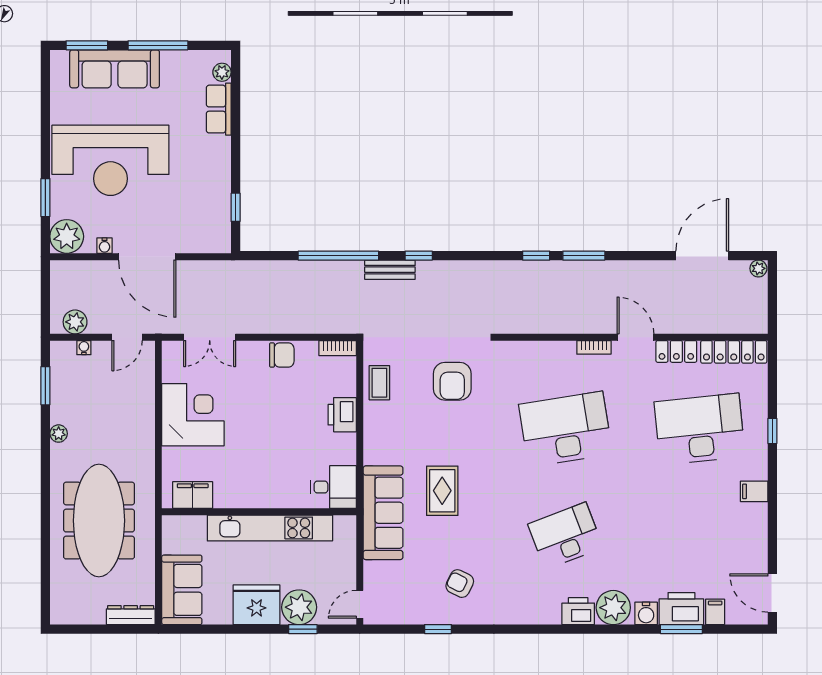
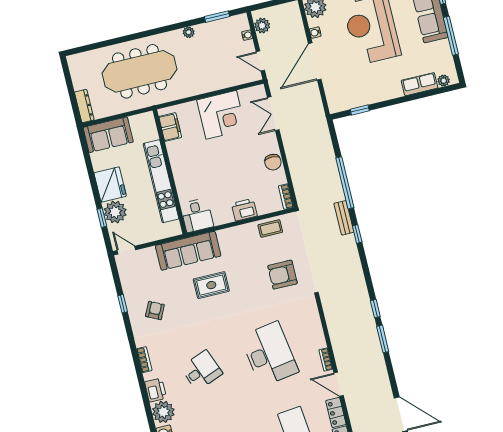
door: (635, 337) -> (339, 384), swing flipped
desk: (566, 536) -> (202, 370), width x0.73
bookcase: (529, 617) -> (144, 360), added

